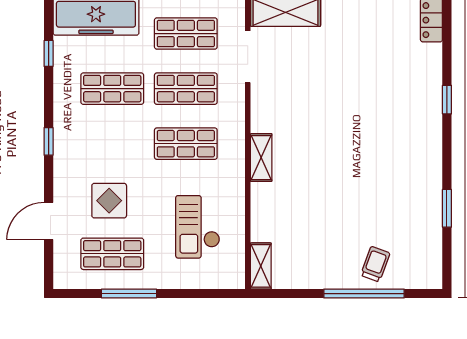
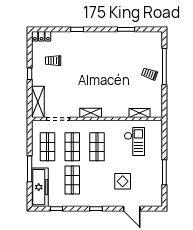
trolley: (377, 46) -> (53, 61), added
shelving: (261, 158) -> (91, 113), moved
checkout: (198, 227) -> (134, 141), turned -90
shop shelf: (112, 254) -> (147, 180), removed
trolley: (375, 264) -> (150, 74), moved
shelving: (261, 266) -> (140, 113), moved

